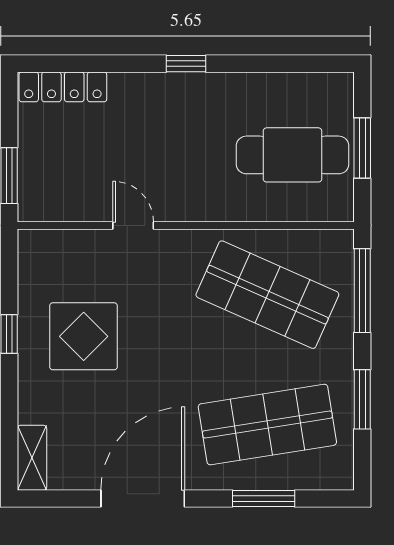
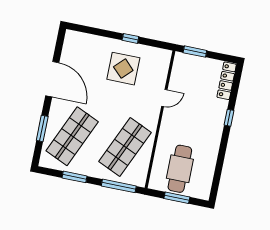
window: (186, 64) -> (229, 118), moved
shop shelf: (267, 425) -> (72, 136), turned 33
shelving: (32, 458) -> (78, 37), removed

